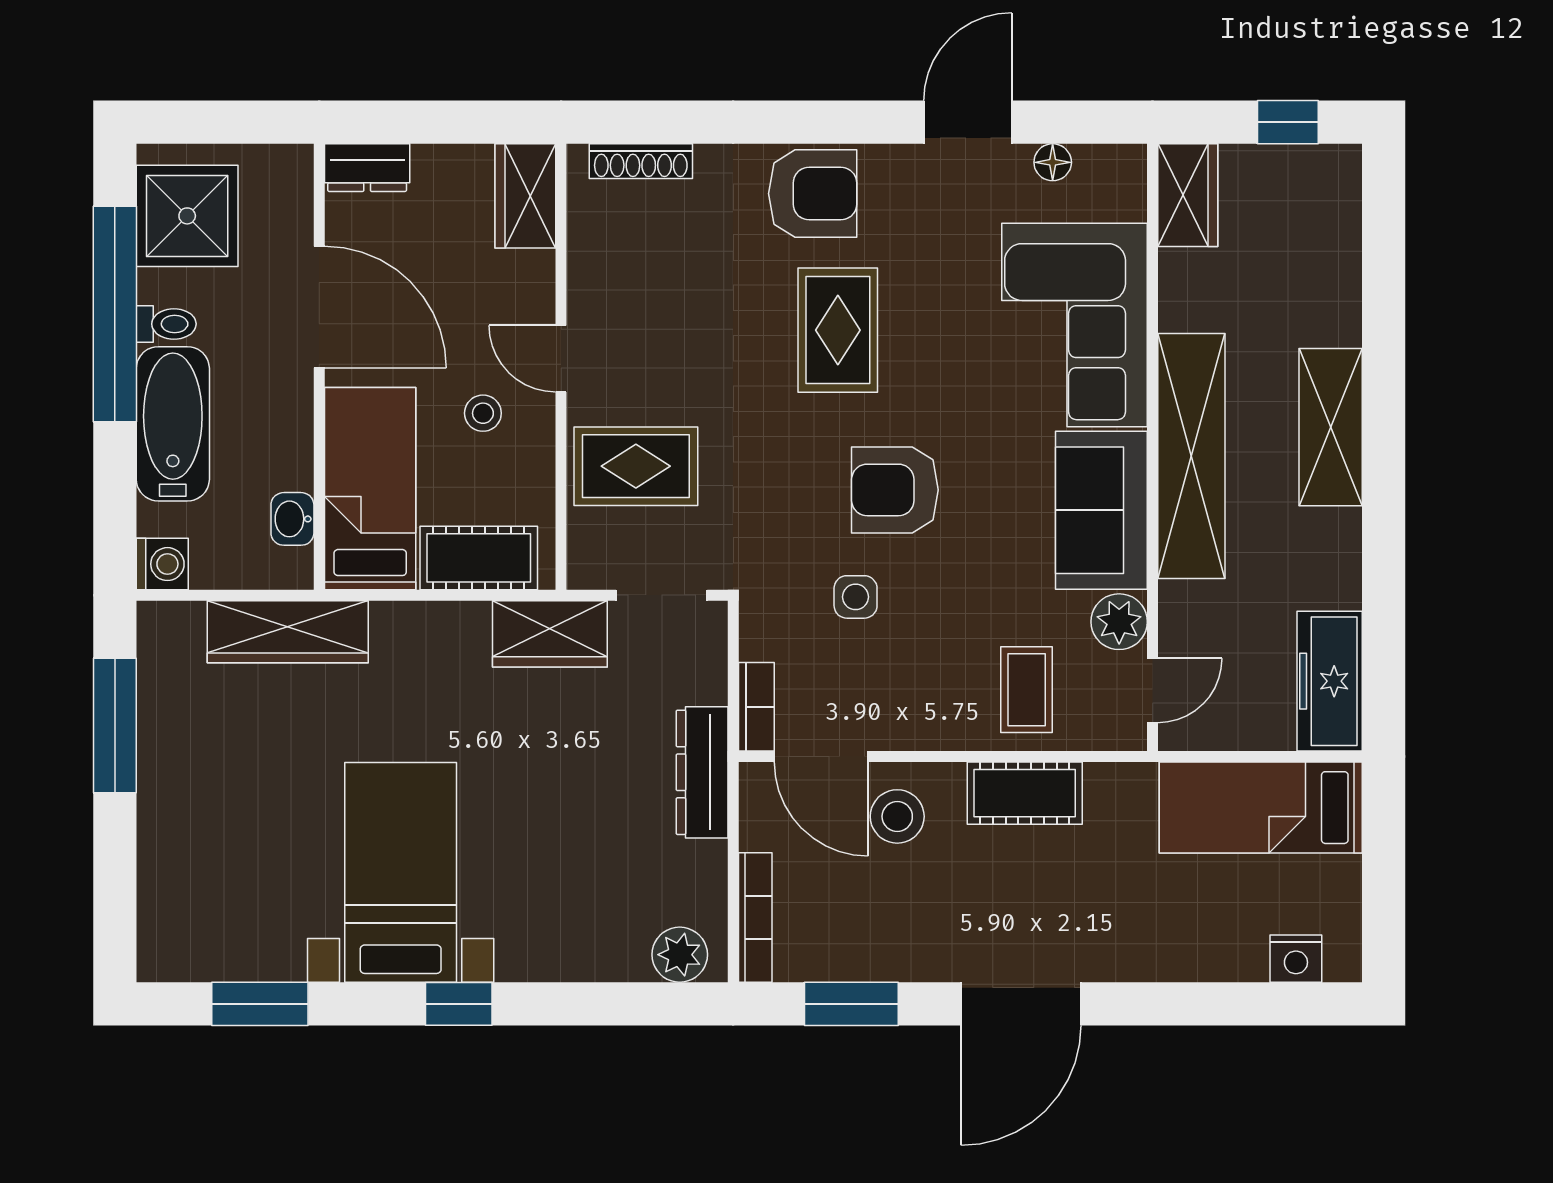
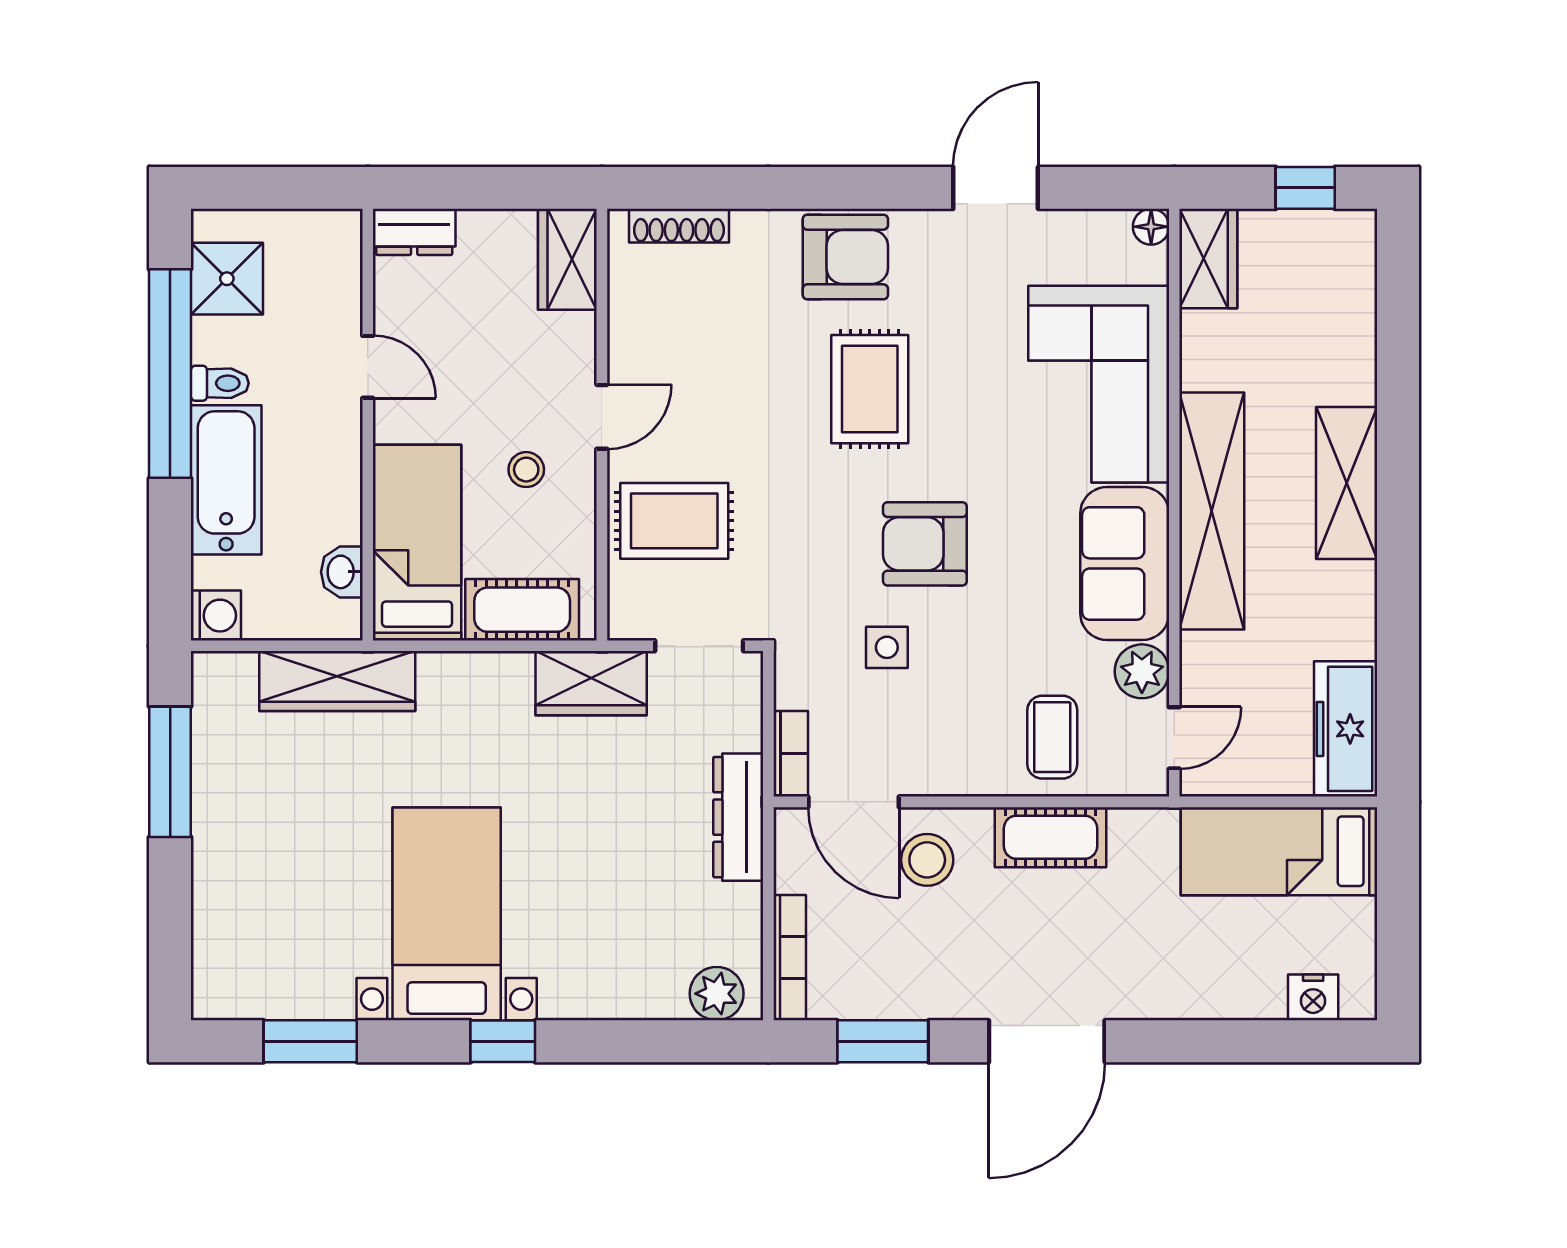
floor lamp: (1053, 162) -> (1151, 227), moved
shower: (187, 216) -> (227, 279), width x0.73, depth x0.73
door: (319, 307) -> (368, 367), width x0.53
door: (561, 359) -> (602, 417), swing flipped

